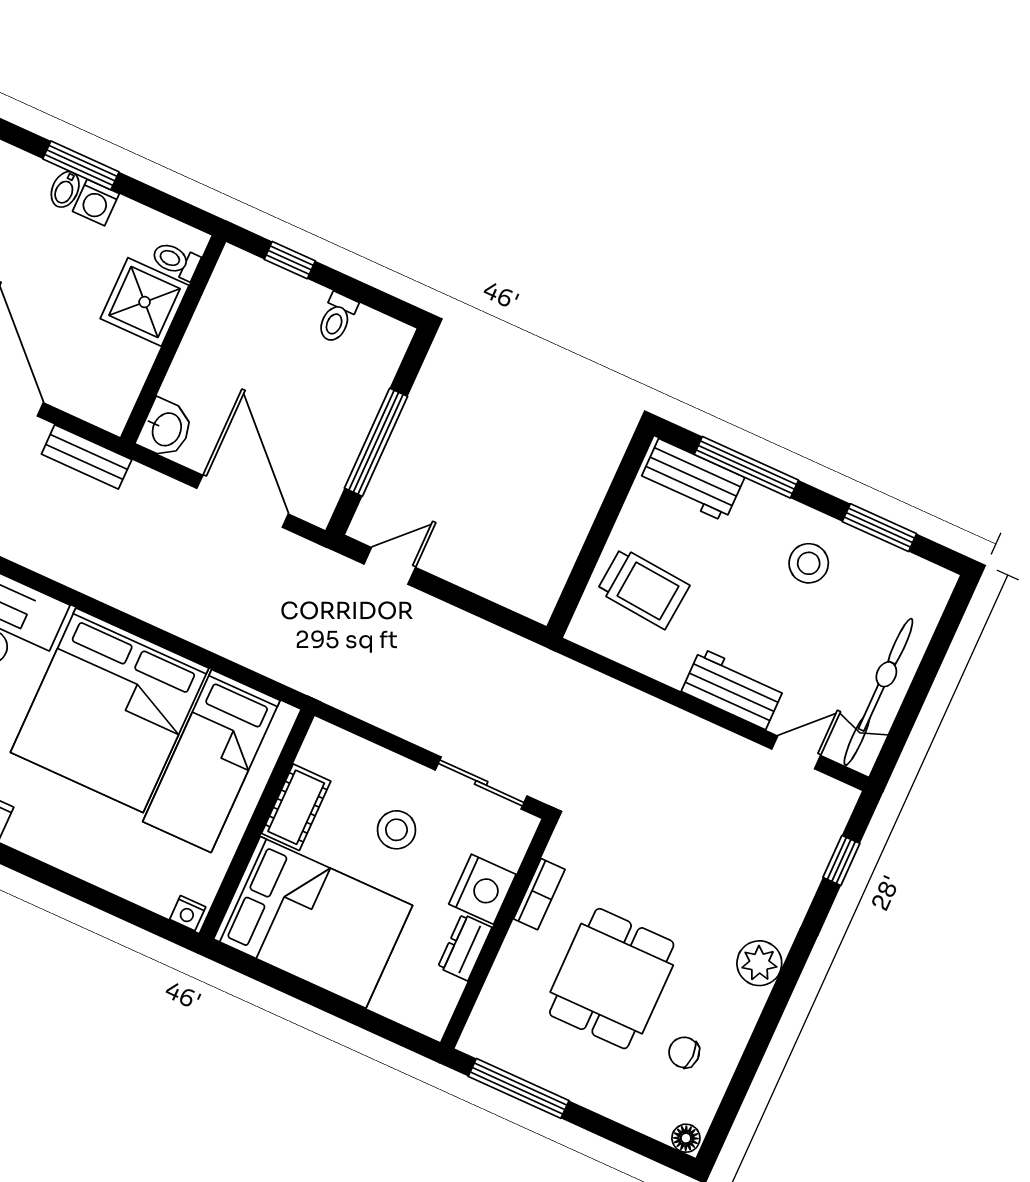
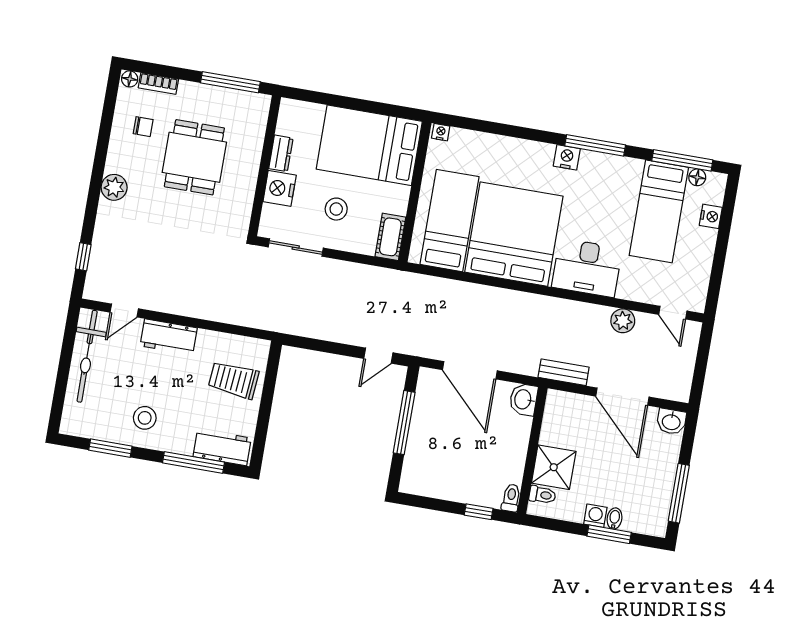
toilet: (337, 318) -> (511, 498), moved
cot: (296, 807) -> (390, 237), moved
bookcase: (539, 894) -> (158, 83), moved, turned -90

